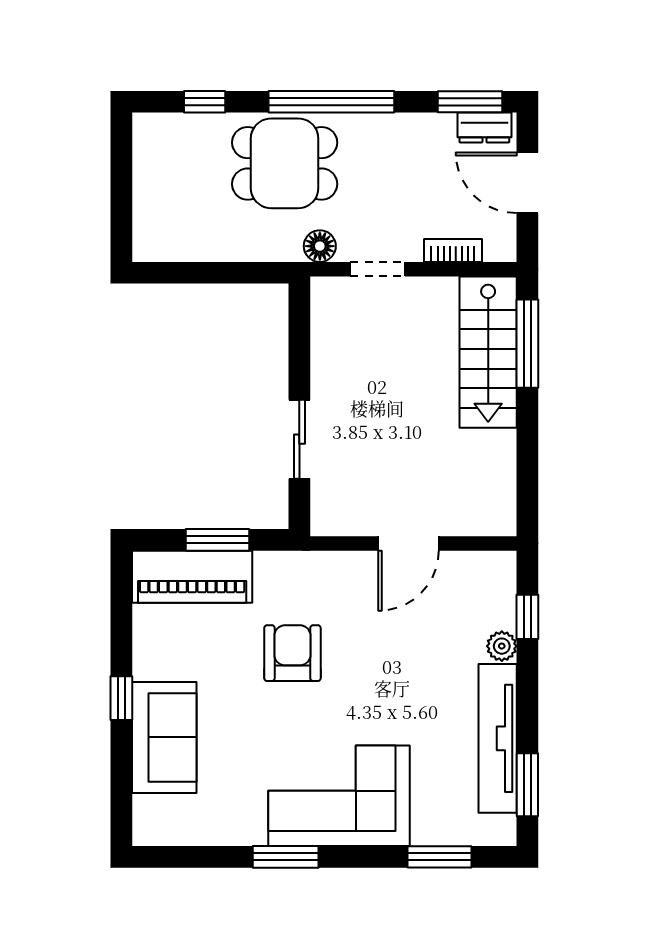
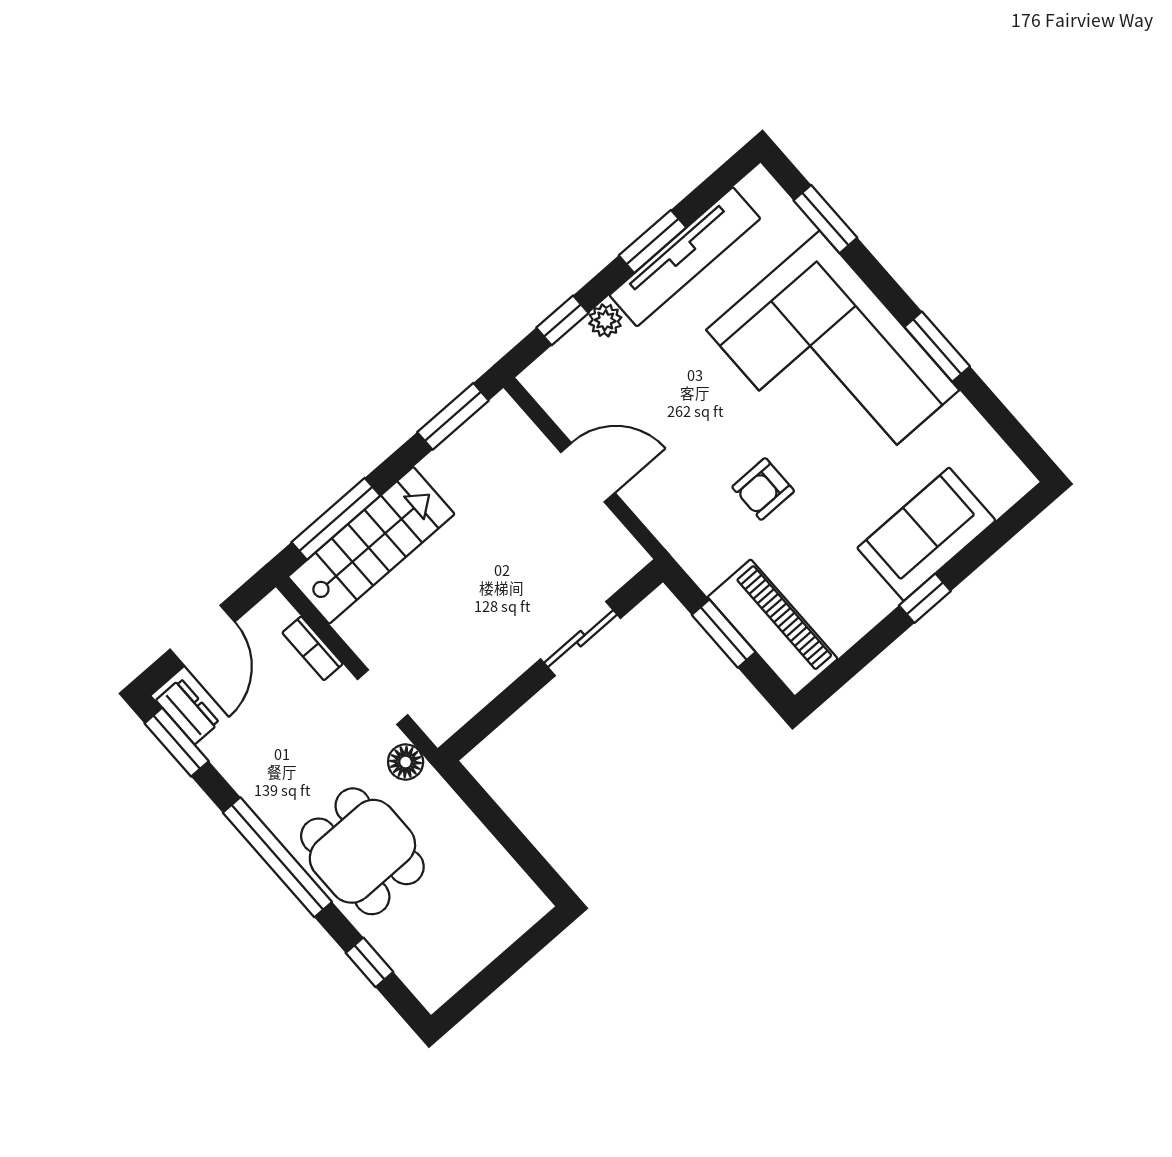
window: (527, 485) -> (453, 416), added
armchair: (292, 653) -> (763, 489), width x0.72, depth x0.72
window: (527, 785) -> (653, 241), moved
corner sofa: (339, 796) -> (833, 360), width x1.36, depth x1.36

